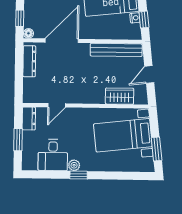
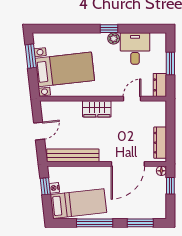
wardrobe: (120, 96) -> (97, 109), moved

